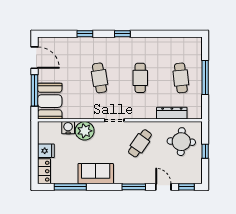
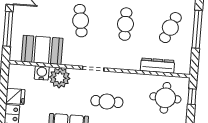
cafe table: (181, 78) -> (170, 28), turned 30
booth: (50, 101) -> (42, 50), moved, turned 90
cafe table: (140, 143) -> (107, 102), moved, turned 55
window: (205, 151) -> (192, 97), moved

